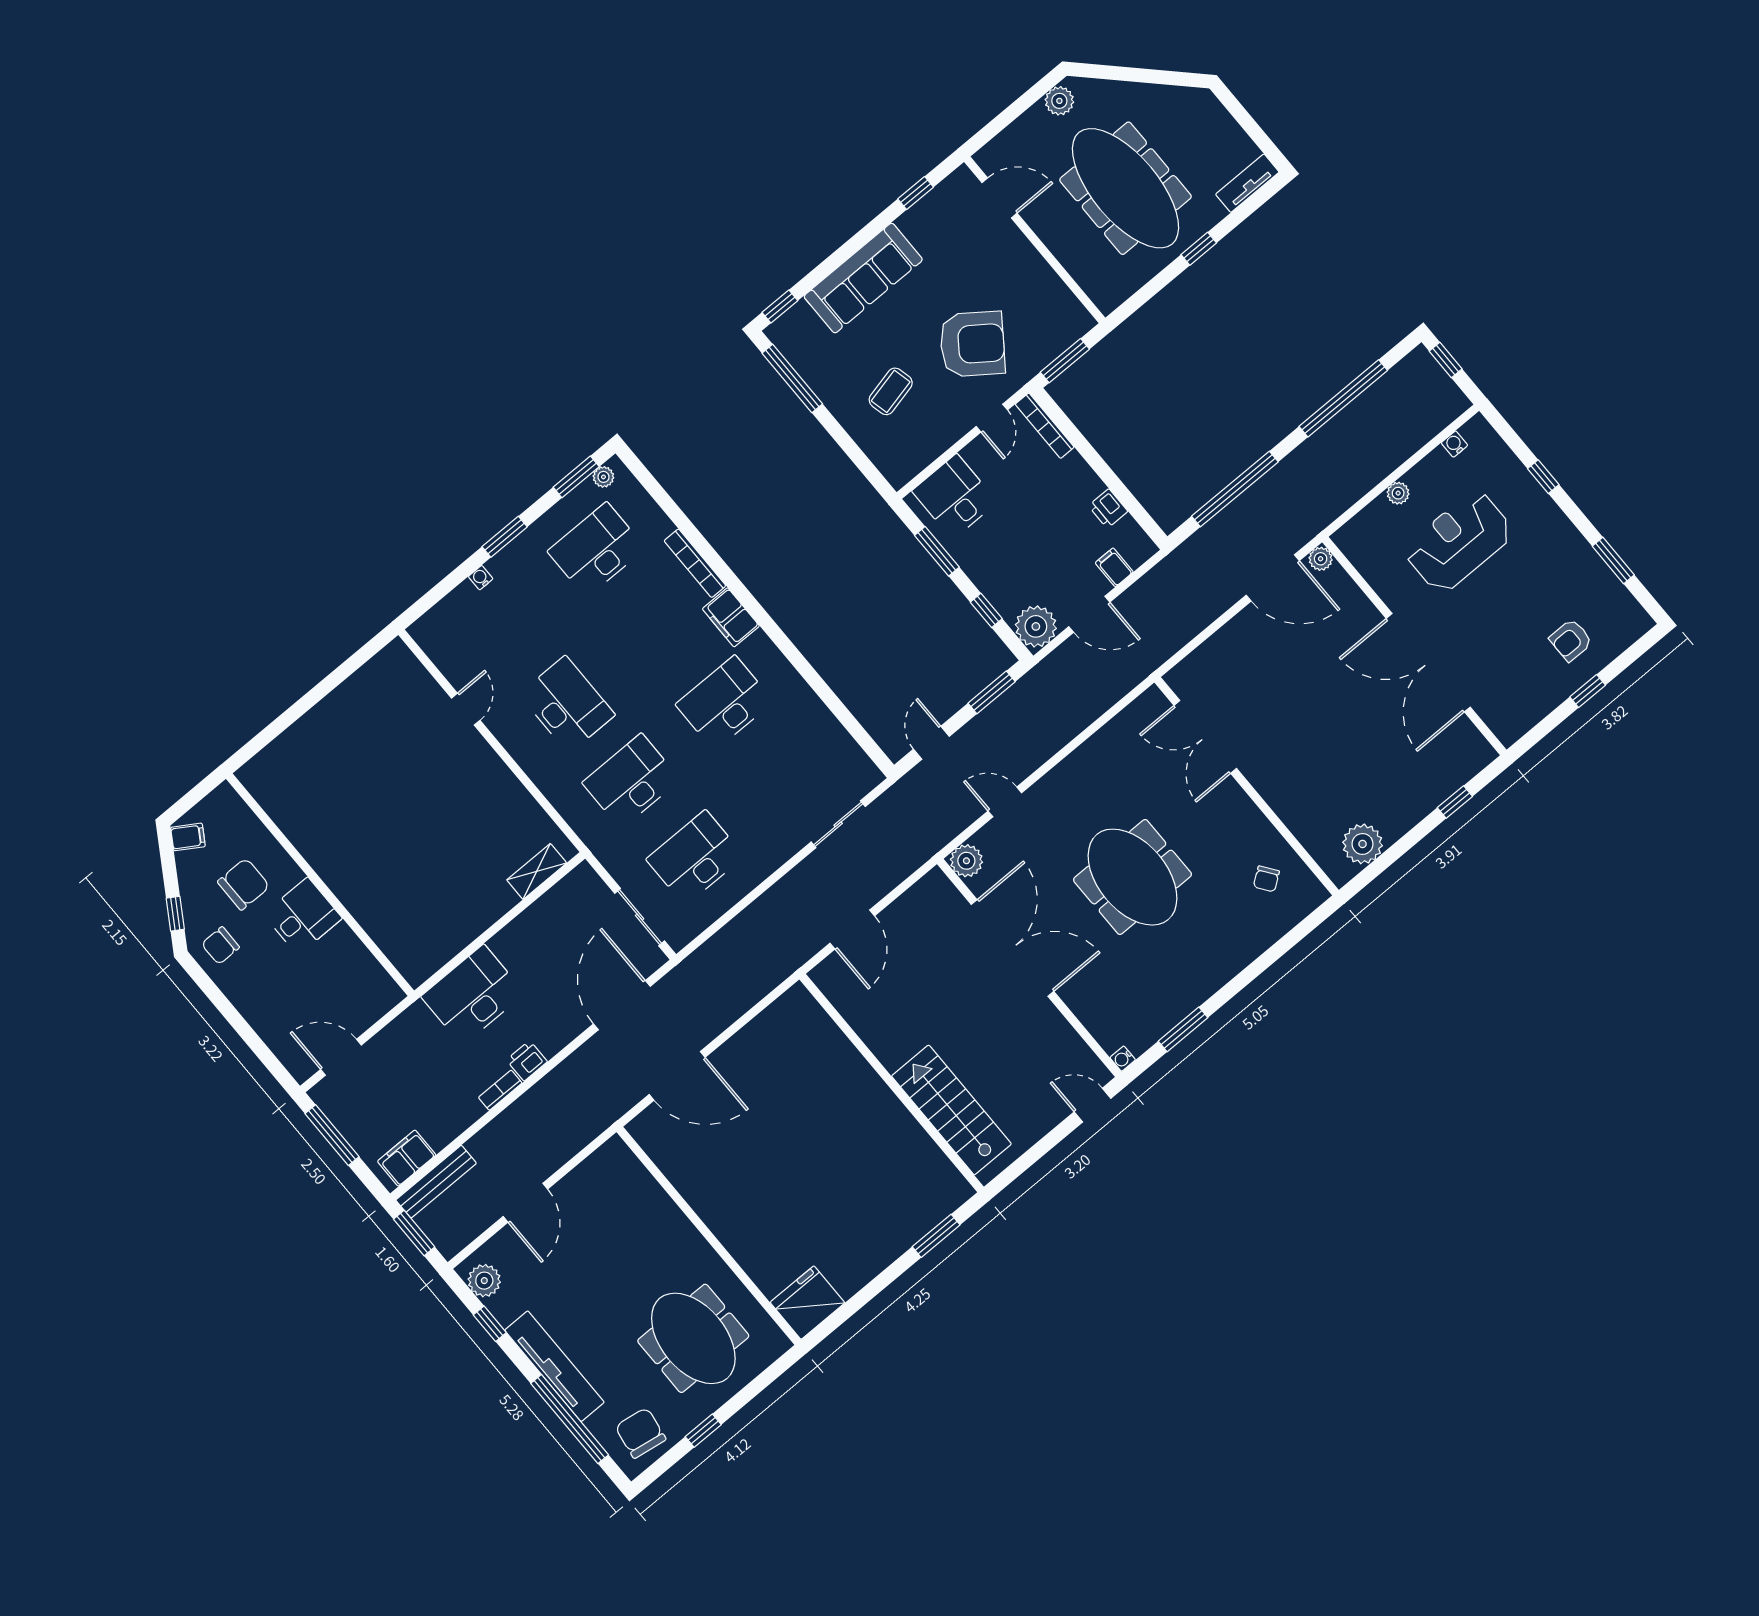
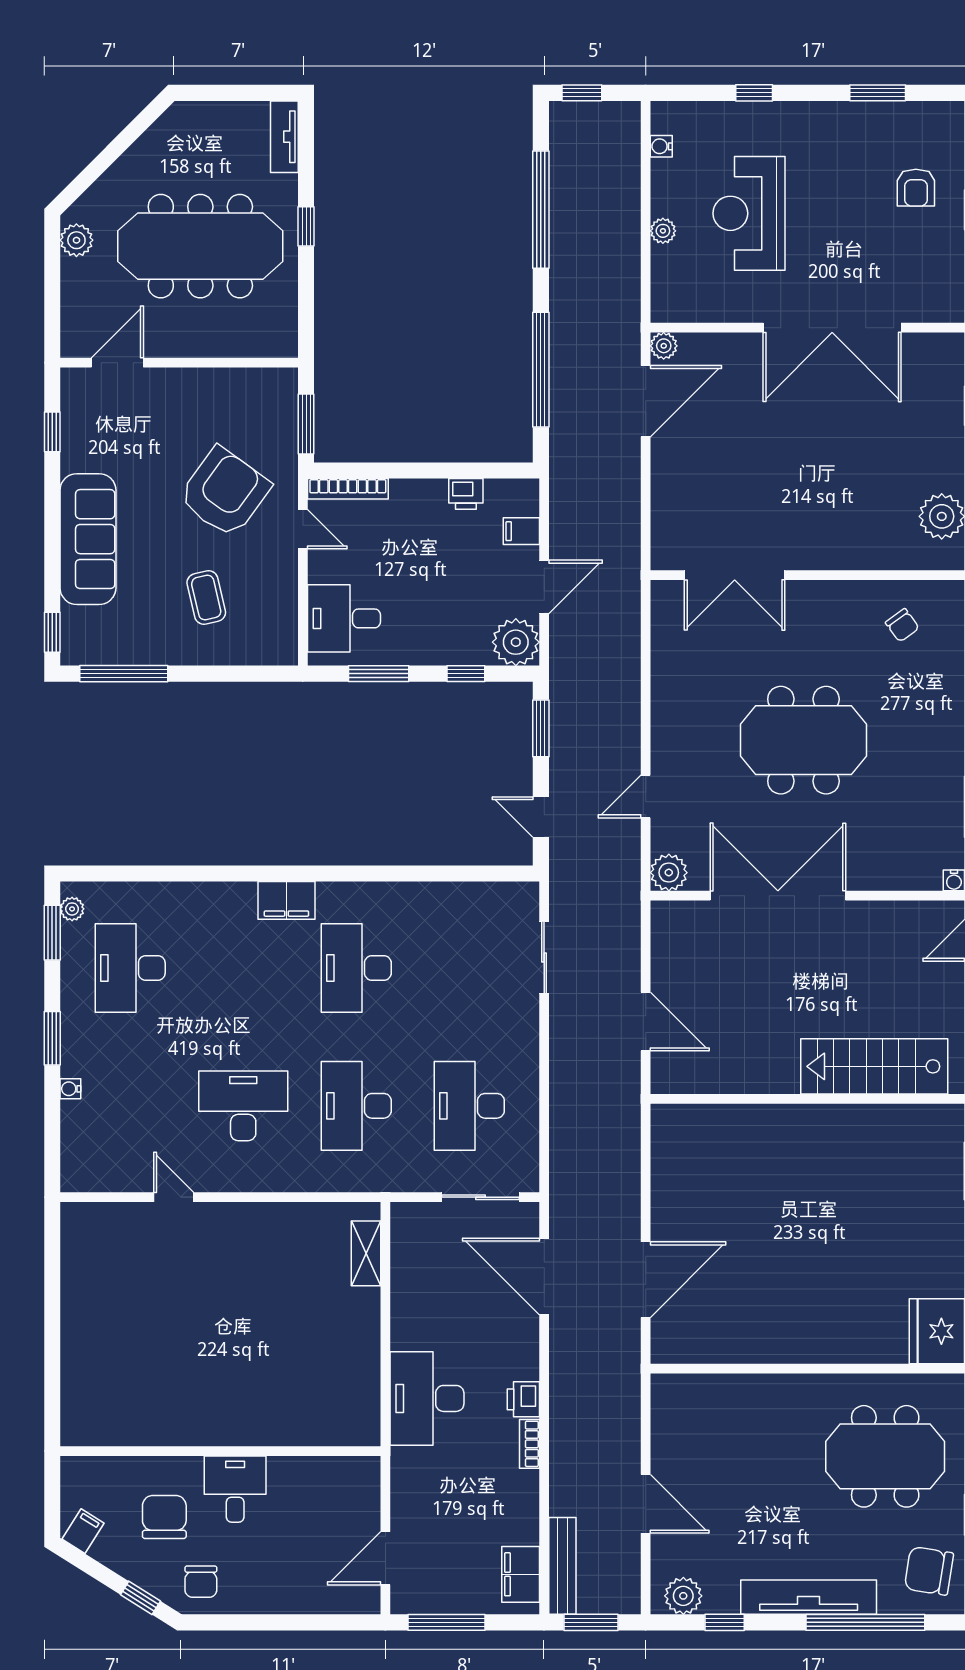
bookcase: (695, 563) -> (213, 892), removed

